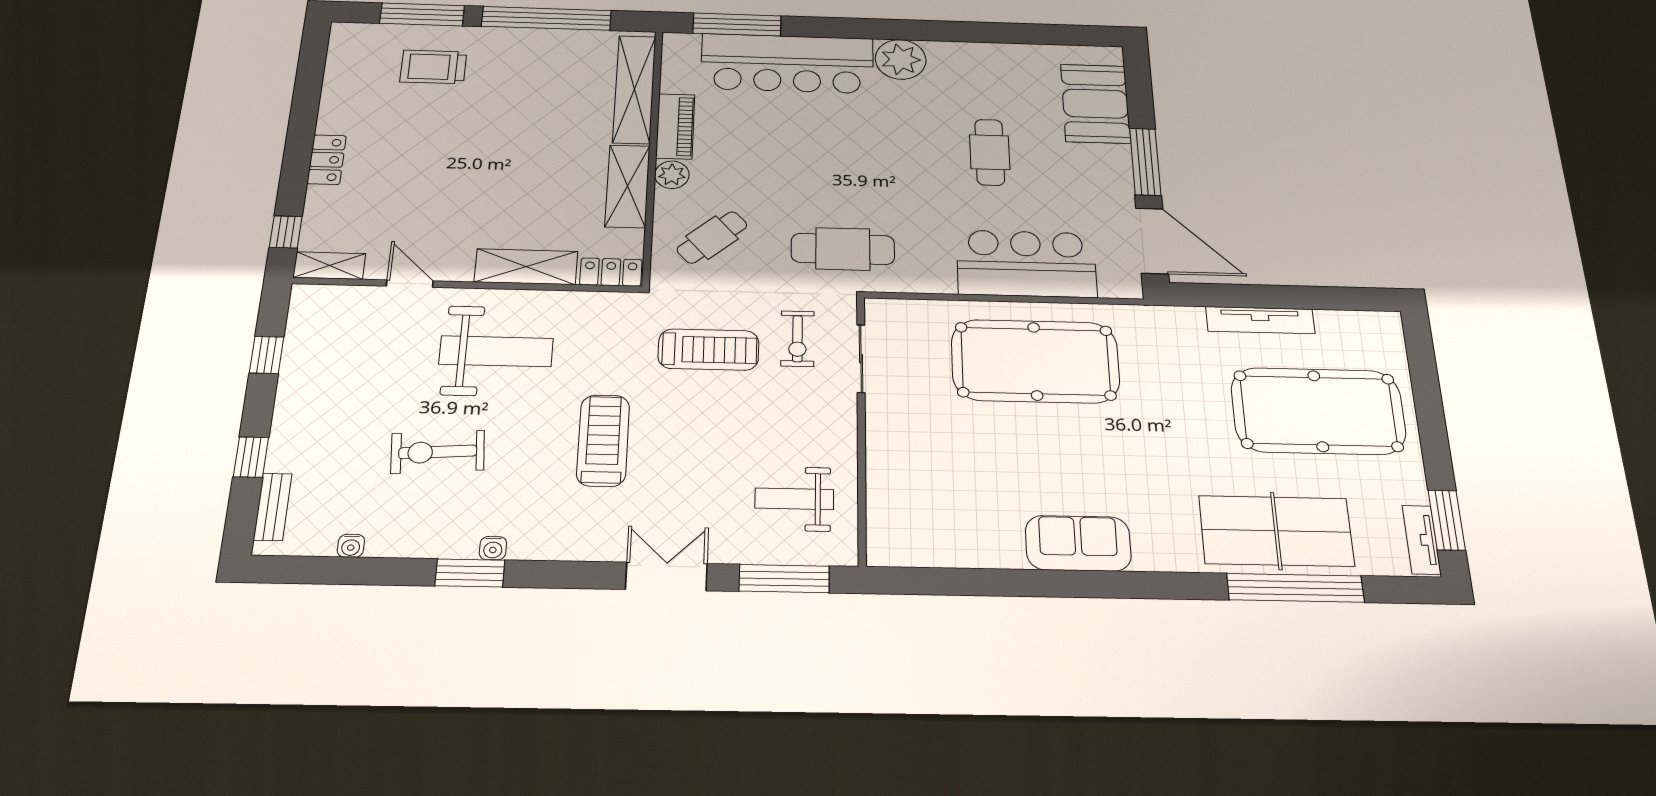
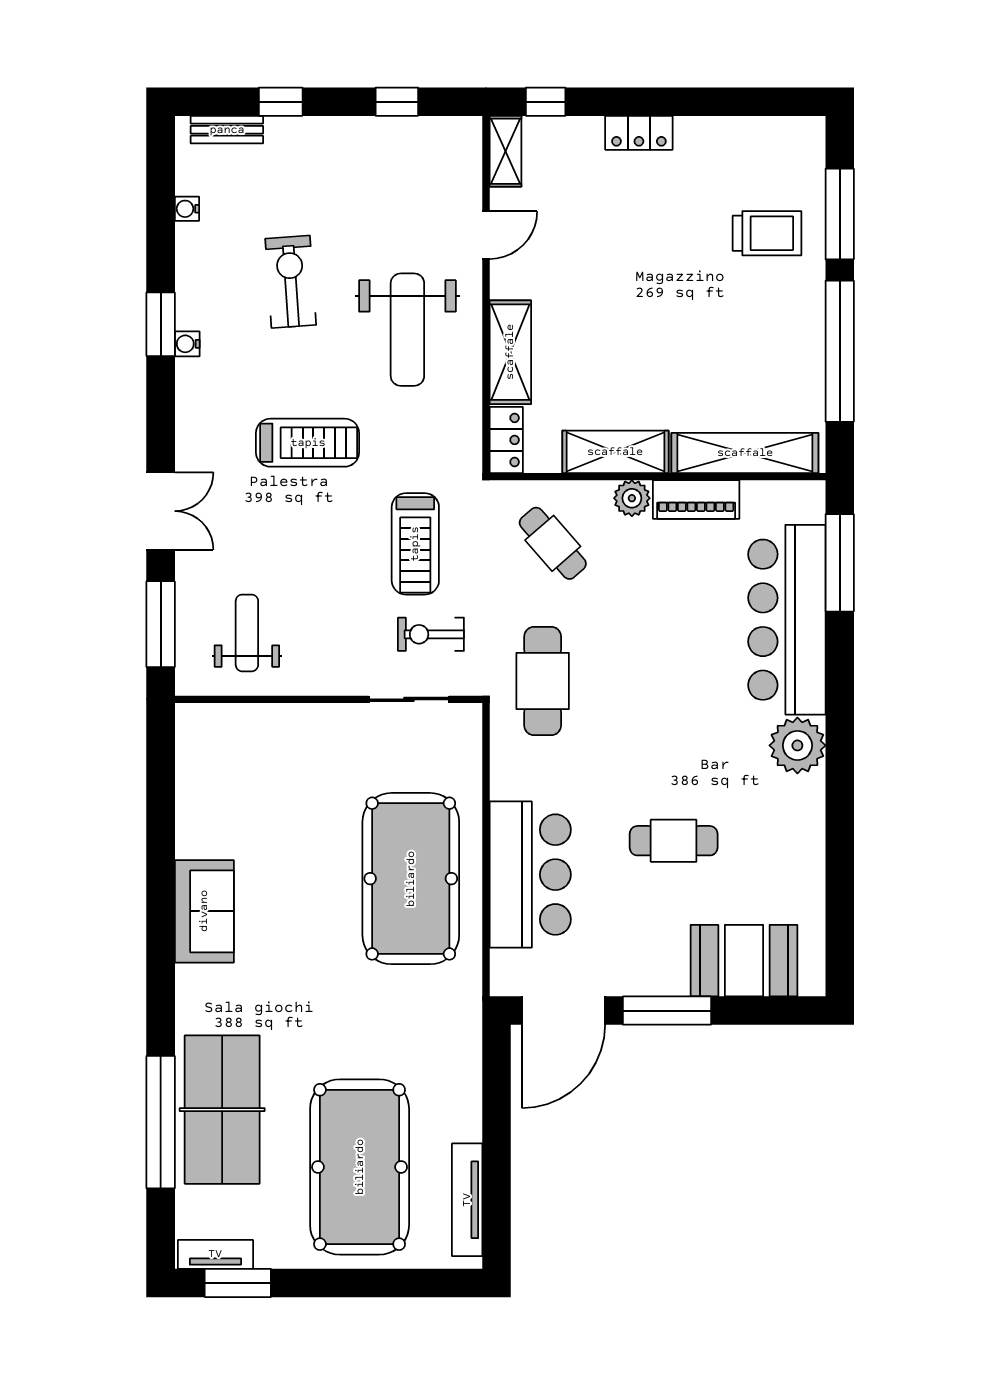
trolley: (433, 67) -> (767, 233), turned 90
tv unit: (1260, 320) -> (467, 1200), moved

